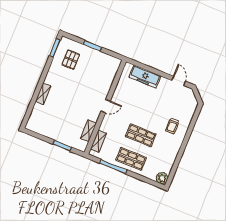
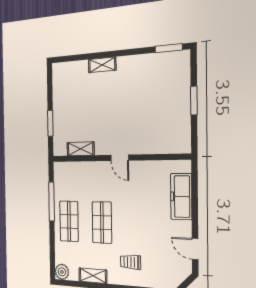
pallet: (71, 60) -> (162, 79), removed
door: (179, 81) -> (195, 249), swing flipped
shelving: (99, 141) -> (93, 276), moved

